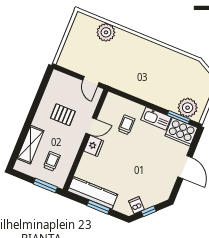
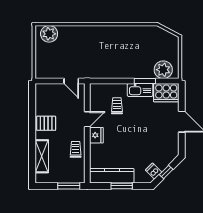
plant: (106, 32) -> (49, 34), moved
pallet: (63, 115) -> (46, 123), moved
window: (179, 117) -> (145, 81), moved
trolley: (52, 161) -> (76, 149), moved

